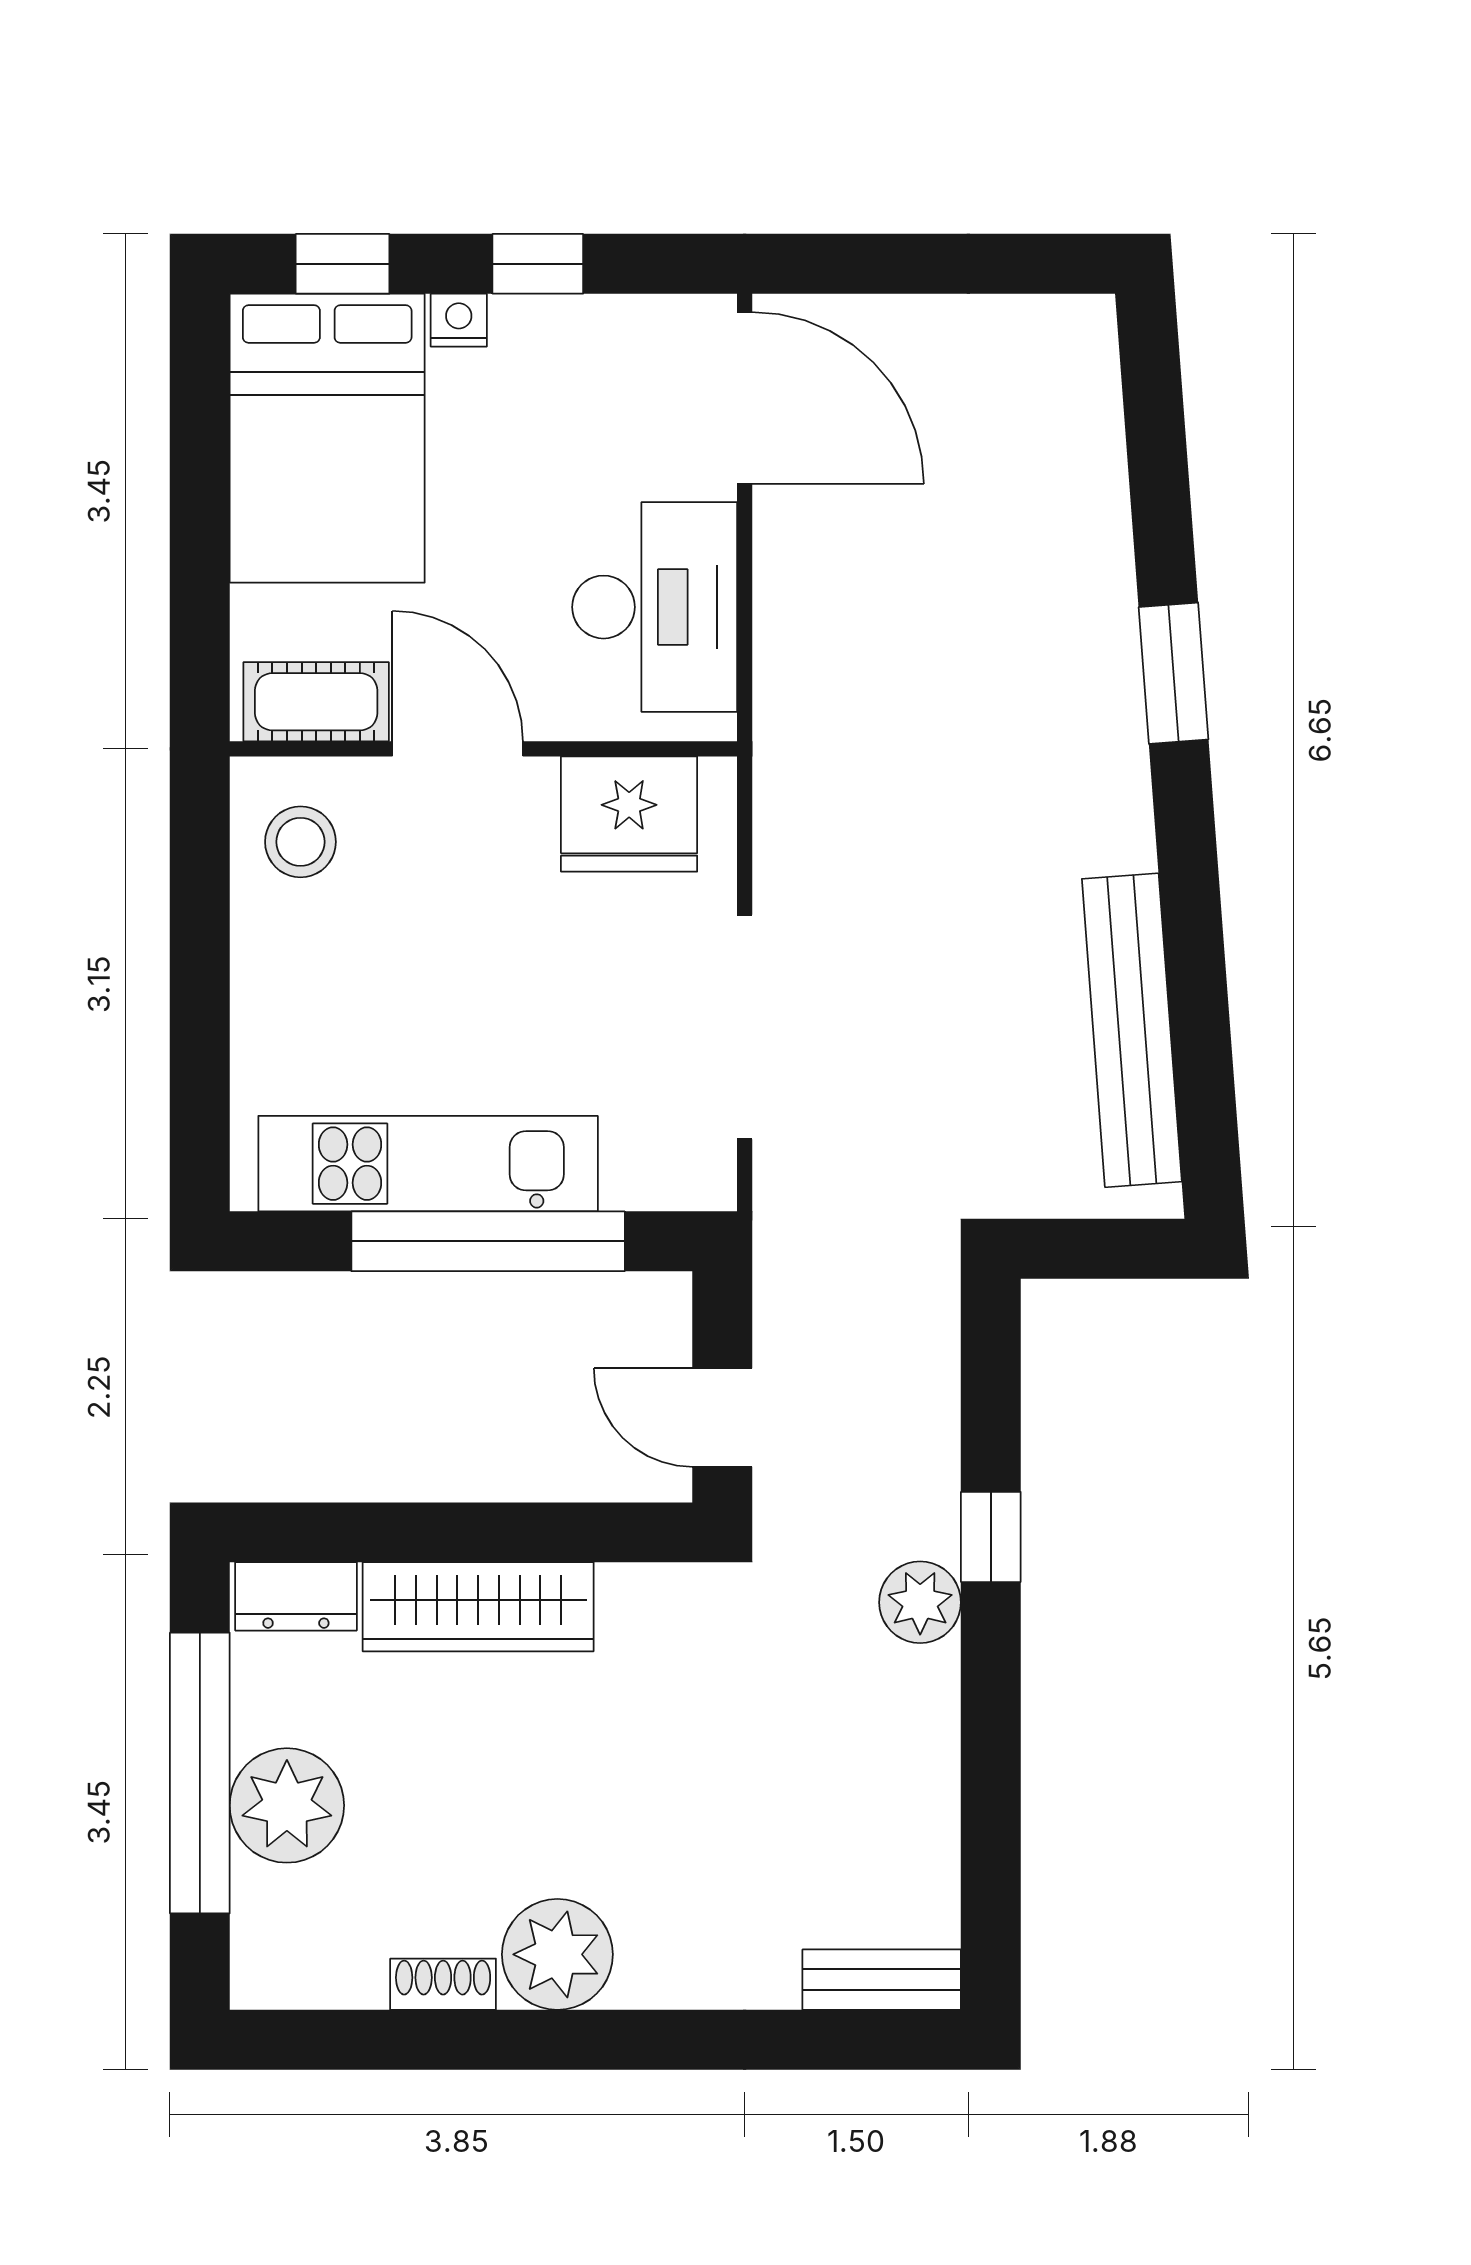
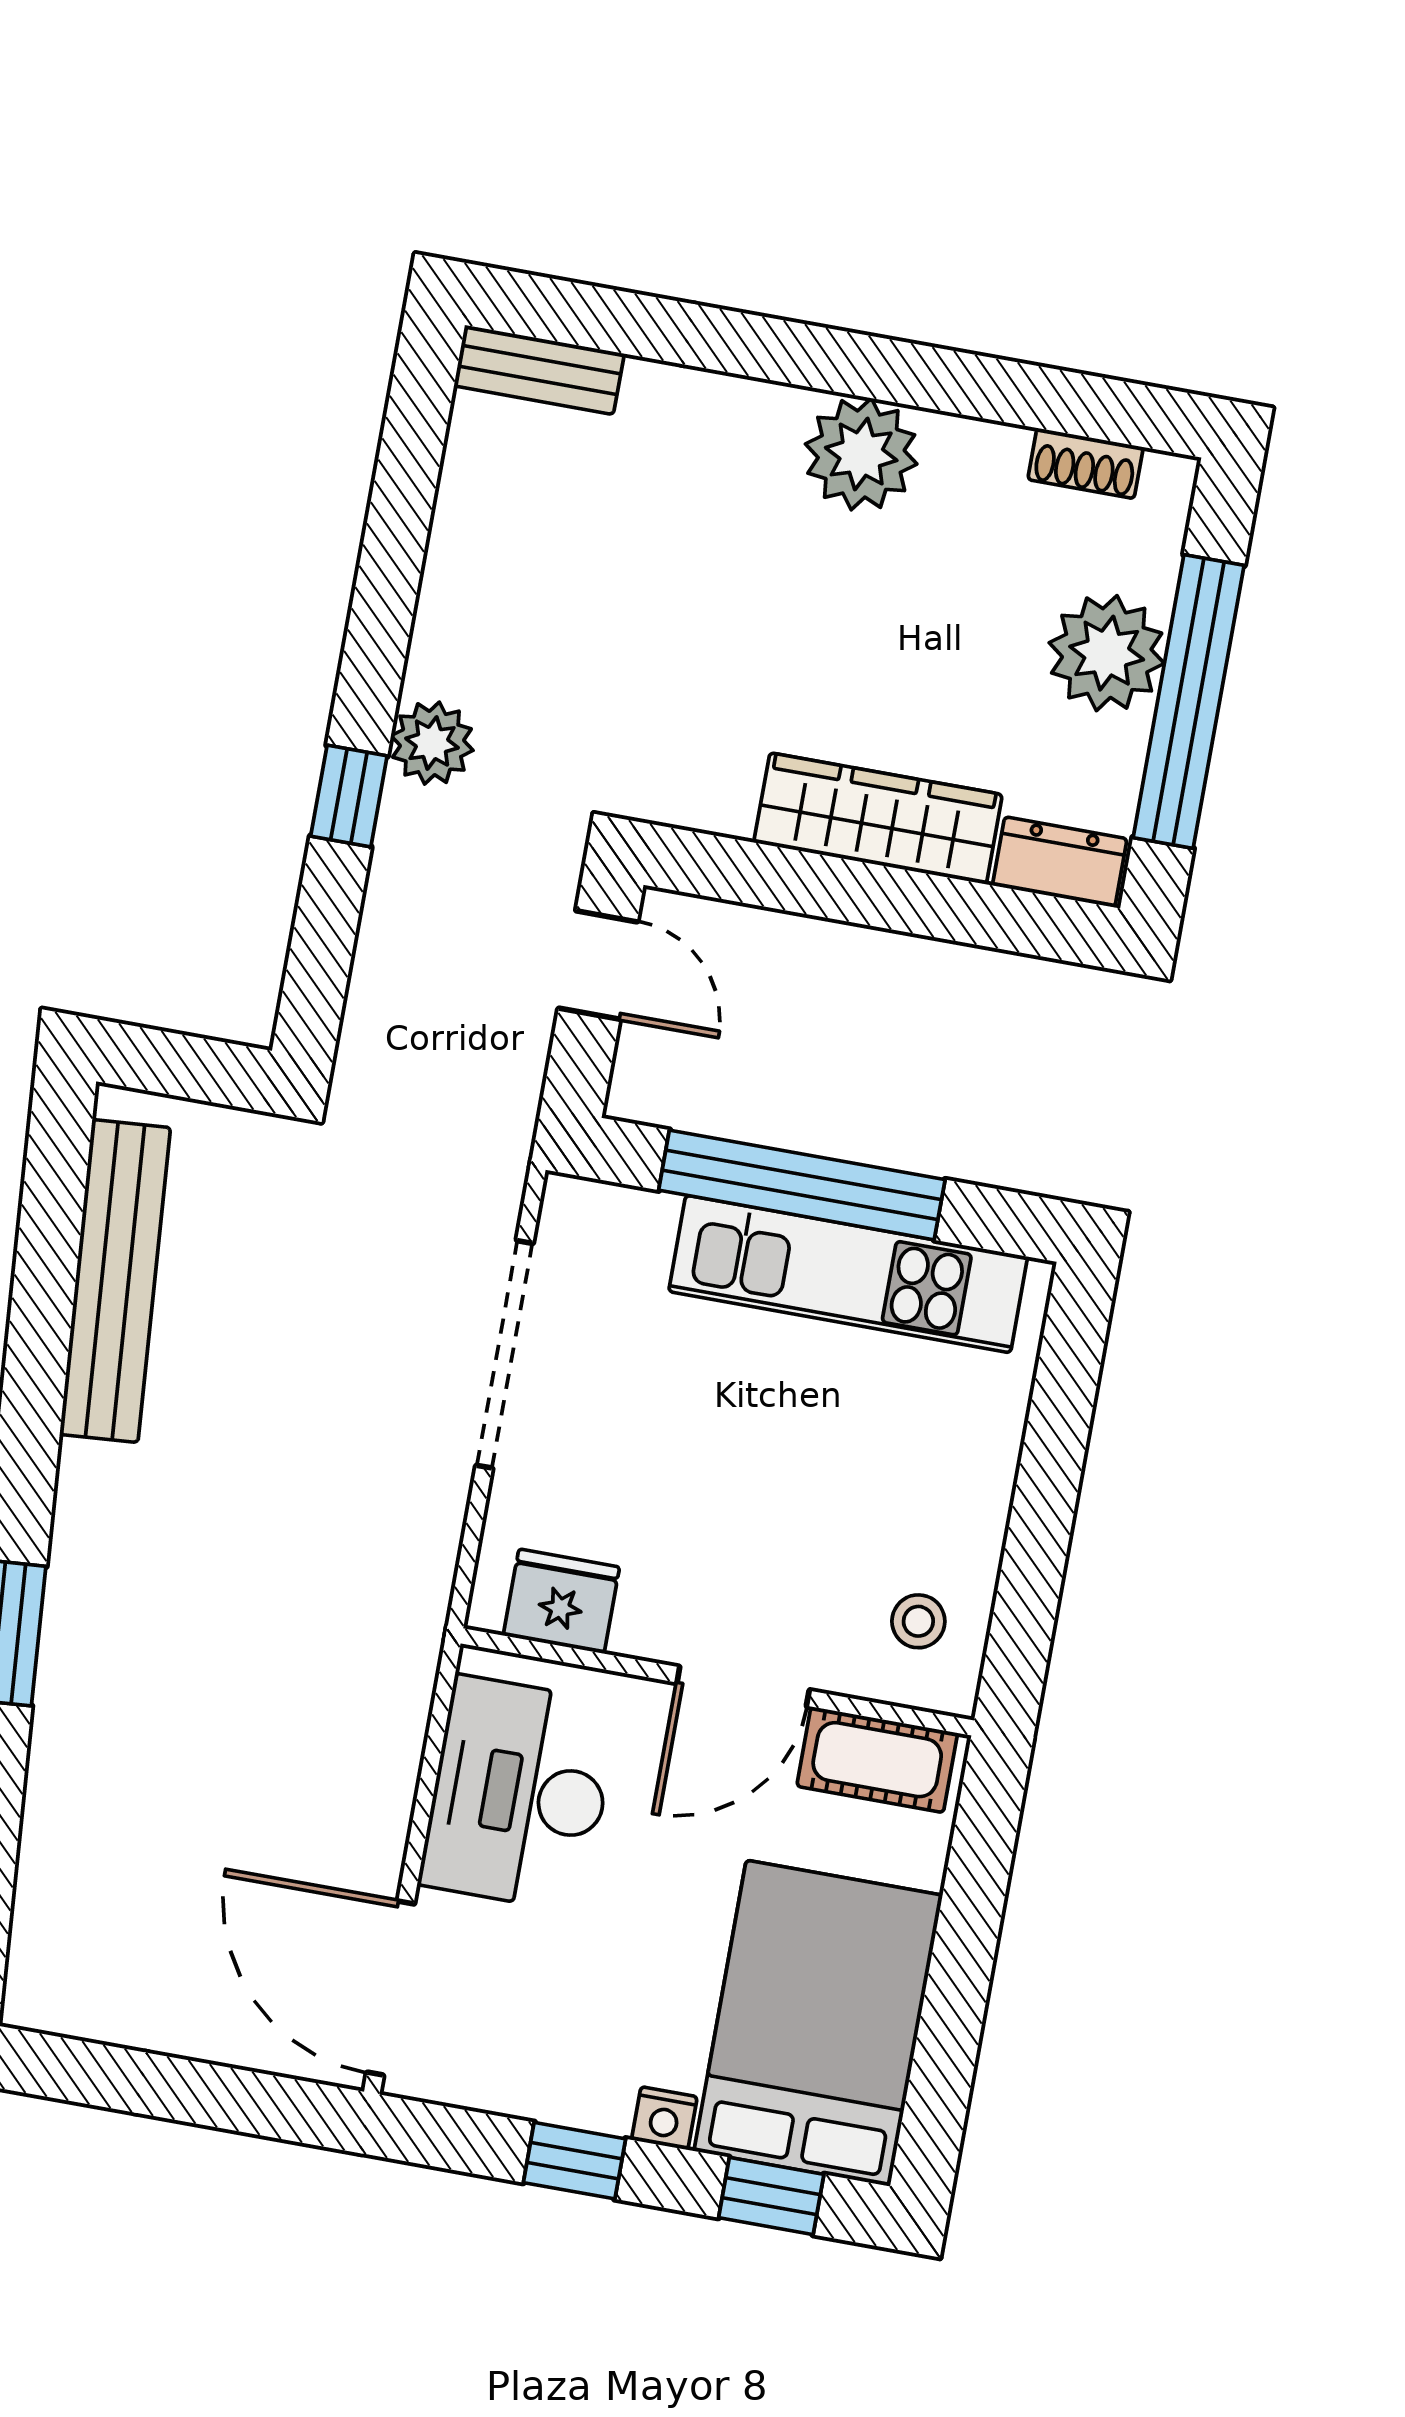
door: (458, 749) -> (743, 1687), hinge flipped
fridge: (629, 814) -> (561, 1601), width x0.73, depth x0.75
stool: (300, 842) -> (918, 1621), width x0.73, depth x0.73
shoe rack: (443, 1984) -> (1086, 463), moved

